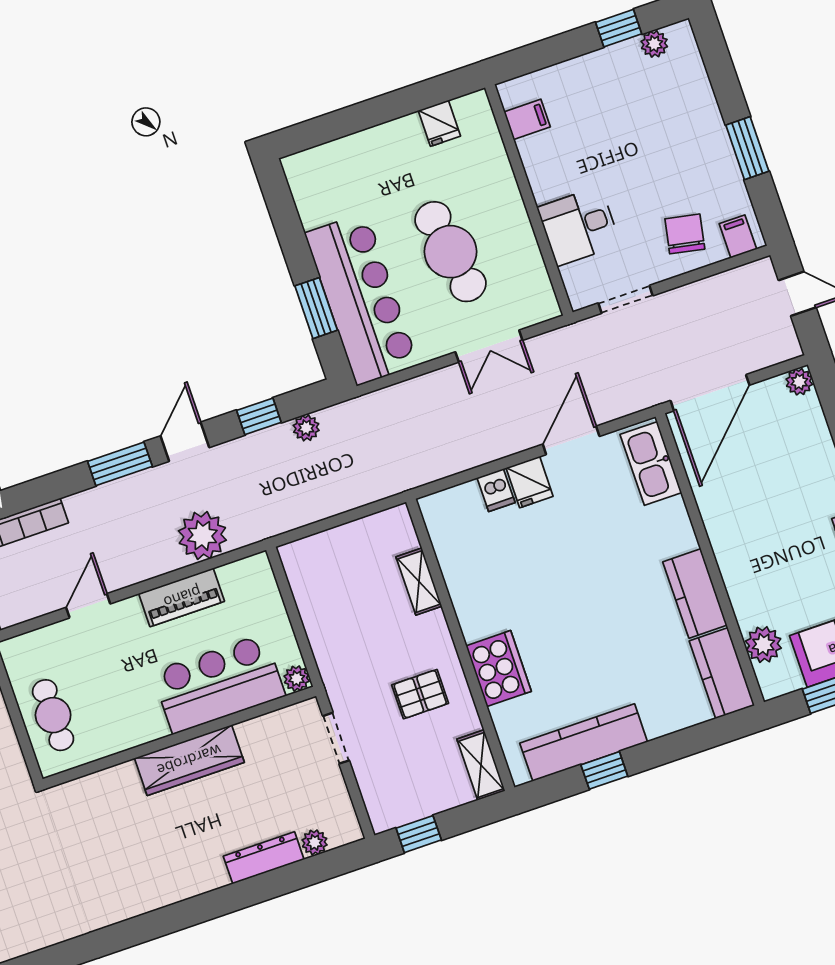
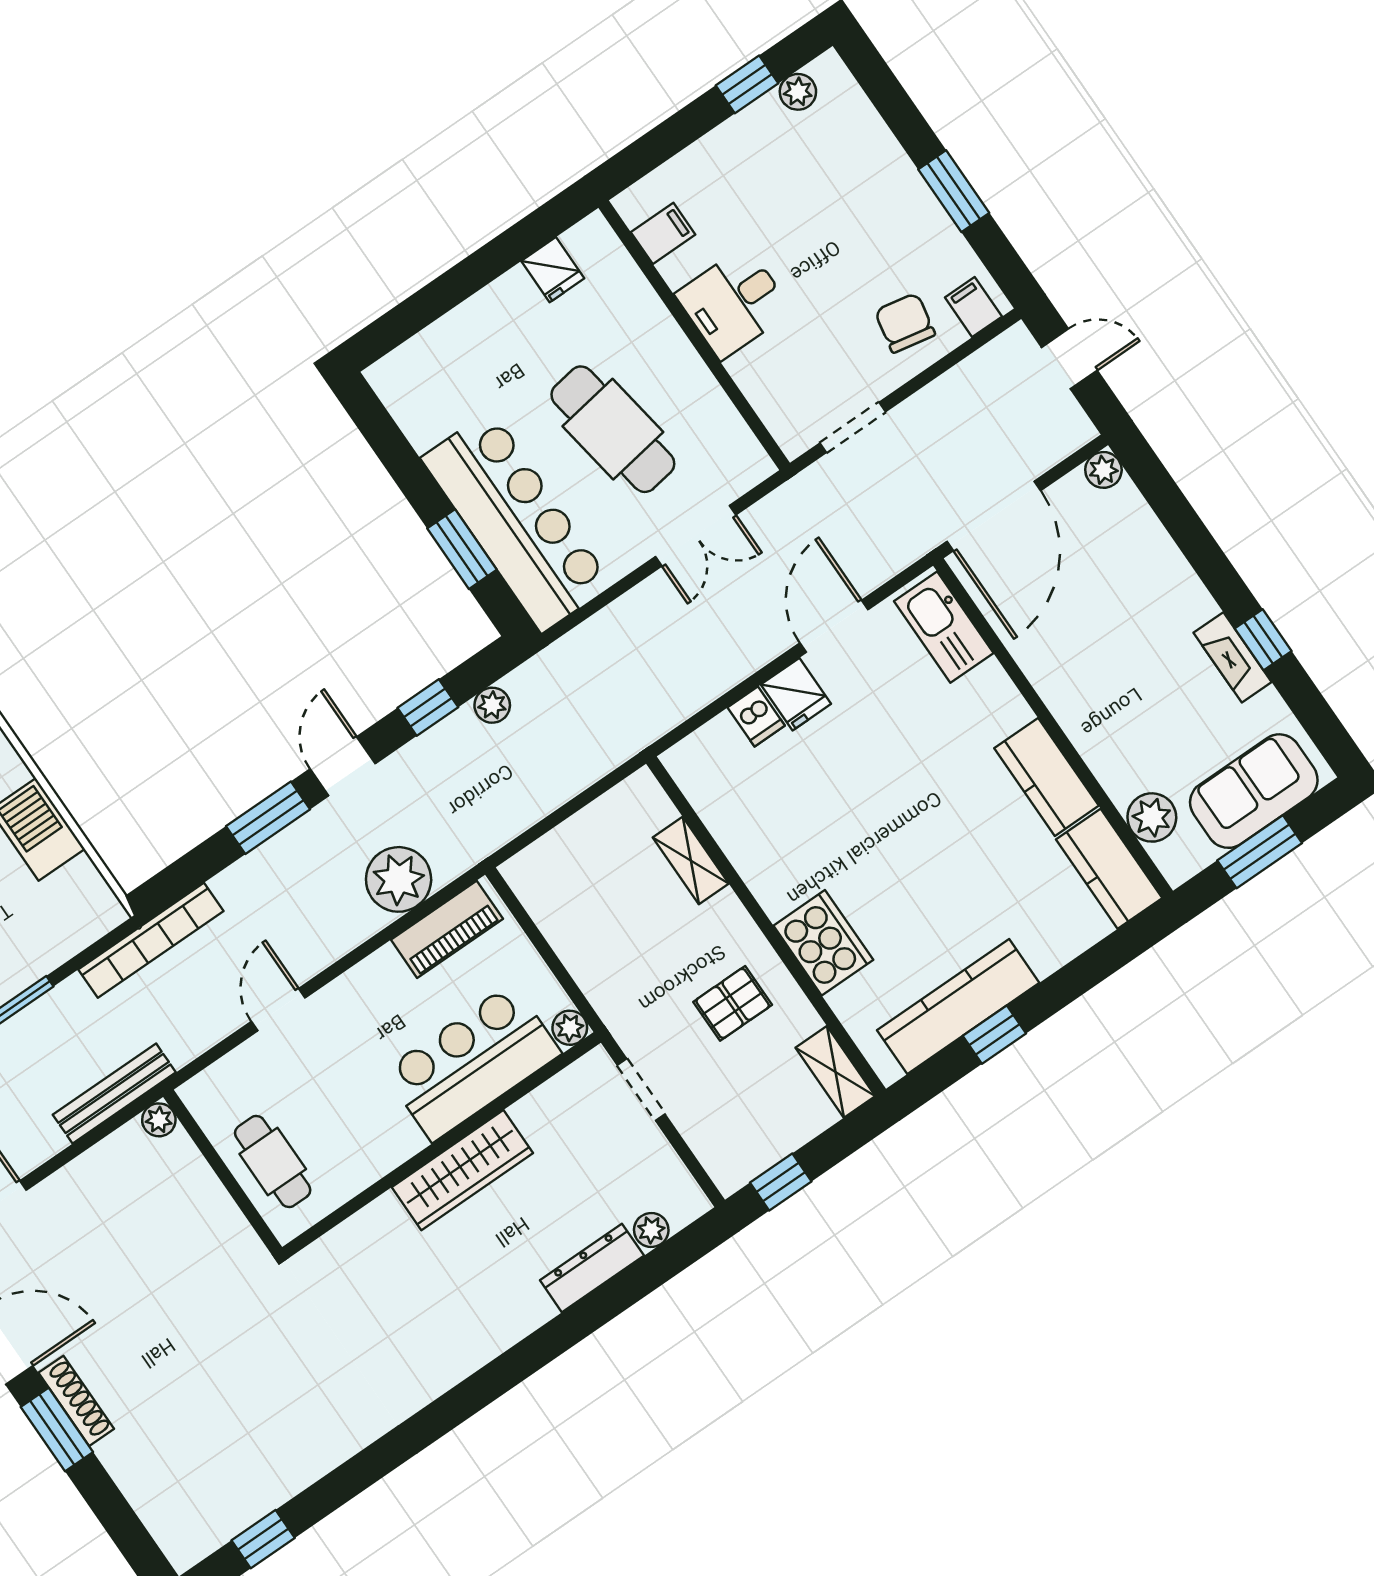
desk: (579, 226) -> (734, 303), moved
piano: (182, 597) -> (447, 929), moved

